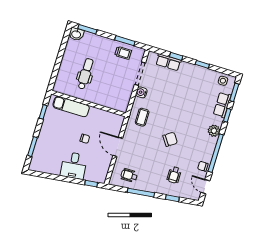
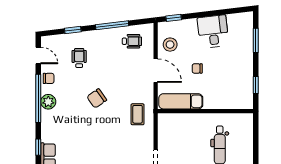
water cooler: (141, 92) -> (147, 143), removed
exam couch: (71, 106) -> (181, 101), moved
plant: (214, 131) -> (48, 102), moved
stool: (100, 164) -> (170, 45), added
desk: (74, 165) -> (213, 31), moved

